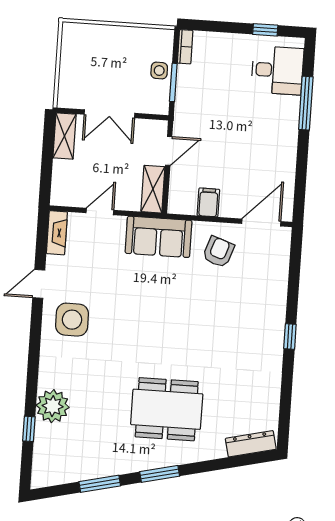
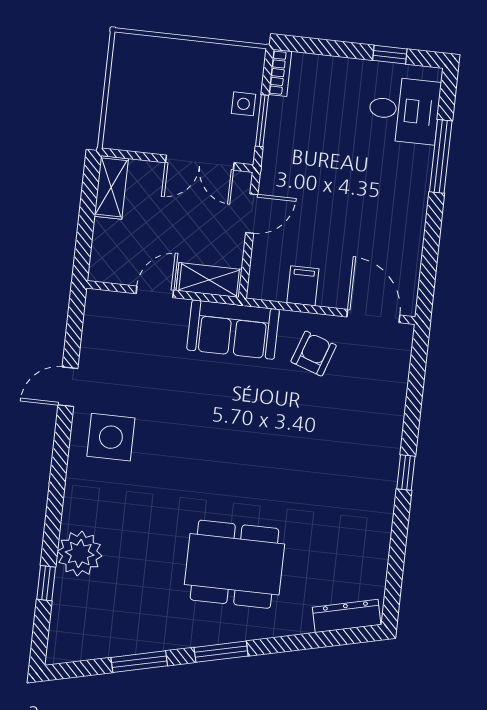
double door: (109, 114) -> (200, 163), moved
shelving: (153, 189) -> (209, 280), moved, turned 90
door: (261, 222) -> (373, 316), hinge flipped
fireplace: (57, 233) -> (95, 318), removed

